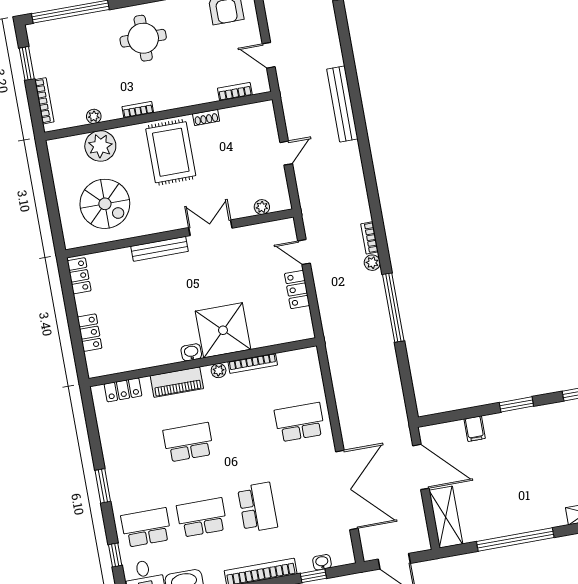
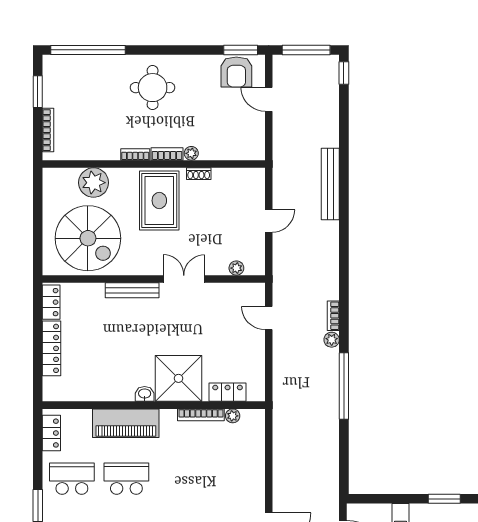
door: (269, 55) -> (269, 99), moved
bookcase: (235, 92) -> (167, 154), moved
plant: (94, 116) -> (191, 153), moved
spiral stairs: (105, 204) -> (88, 238), width x1.37, depth x1.37
locker: (297, 289) -> (228, 392), moved, turned 90
locker: (90, 333) -> (51, 348), width x1.53
plant: (219, 371) -> (233, 416), moved
piano: (177, 382) -> (126, 423), width x1.37, depth x1.33
locker: (123, 390) -> (51, 433), moved, turned -90
school desk: (300, 422) -> (72, 479), moved

